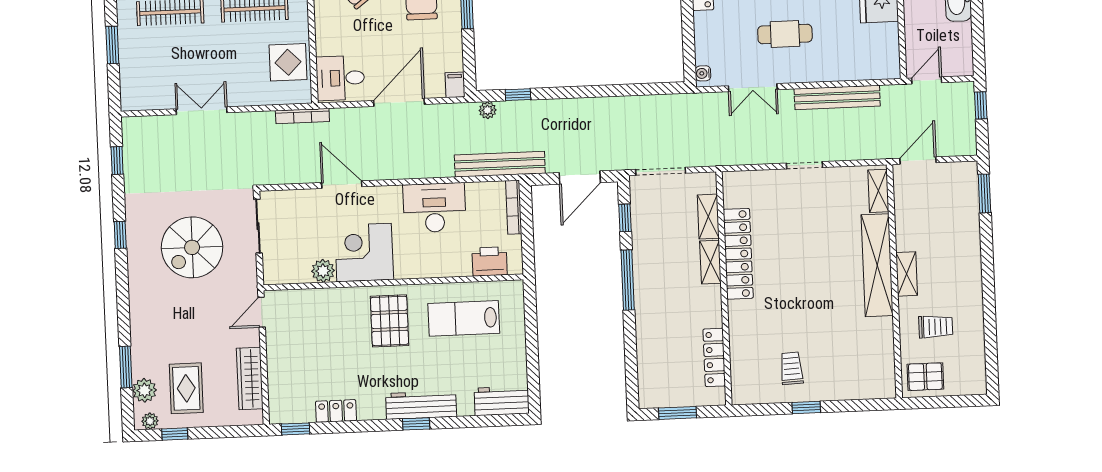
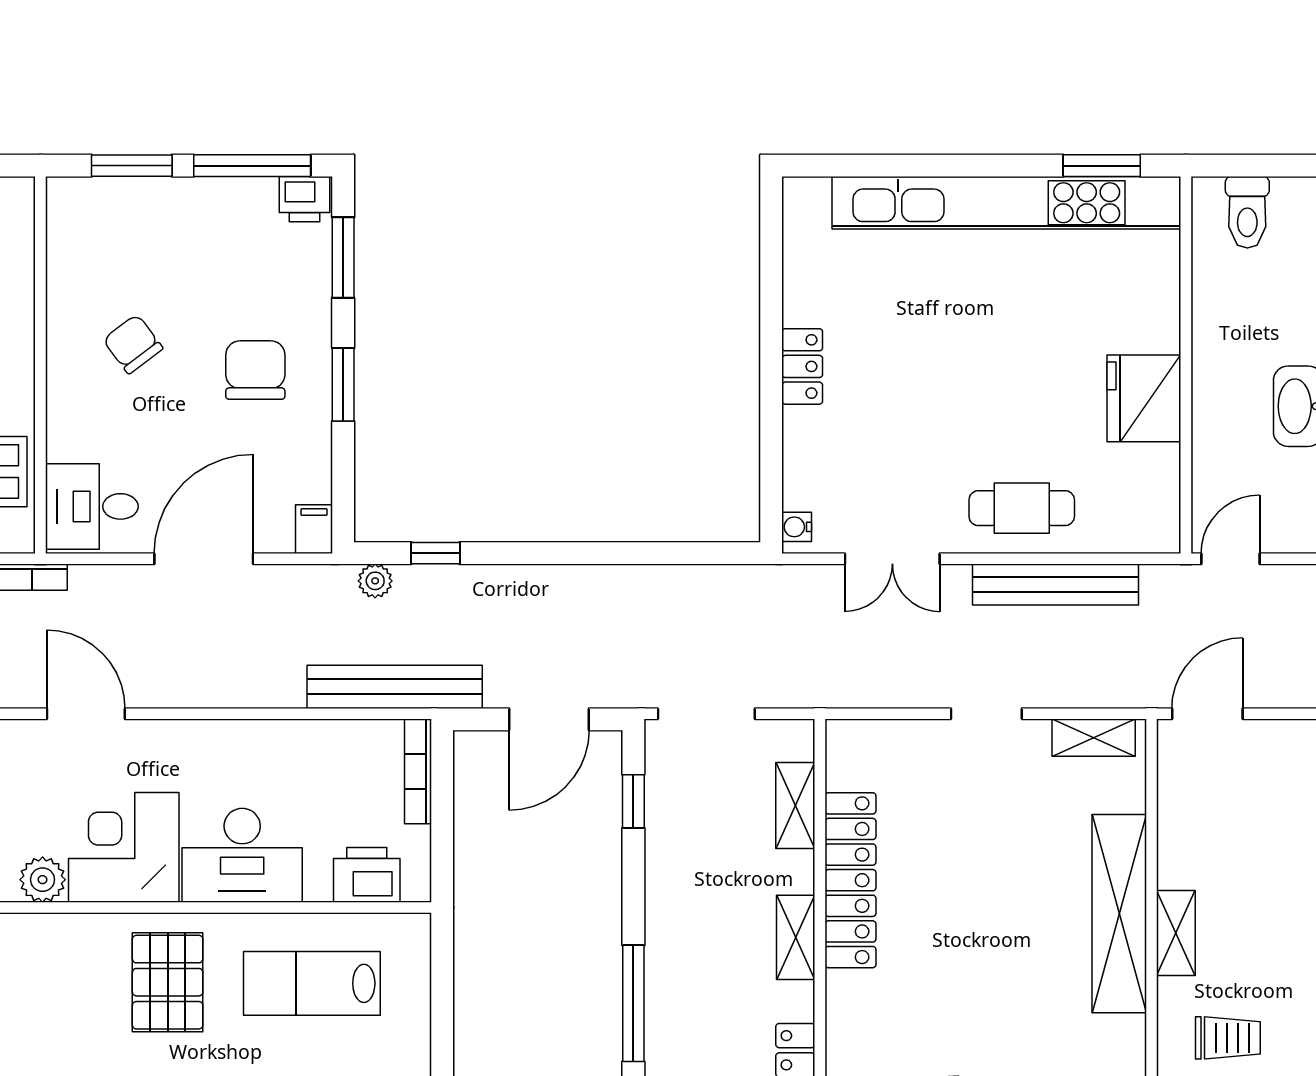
cafe table: (785, 34) -> (1022, 508), moved
shelving: (878, 191) -> (1094, 738), moved, turned 90
desk: (434, 208) -> (242, 855), moved, turned 180
shelving: (710, 262) -> (796, 937), moved
window: (628, 280) -> (633, 1003), moved

